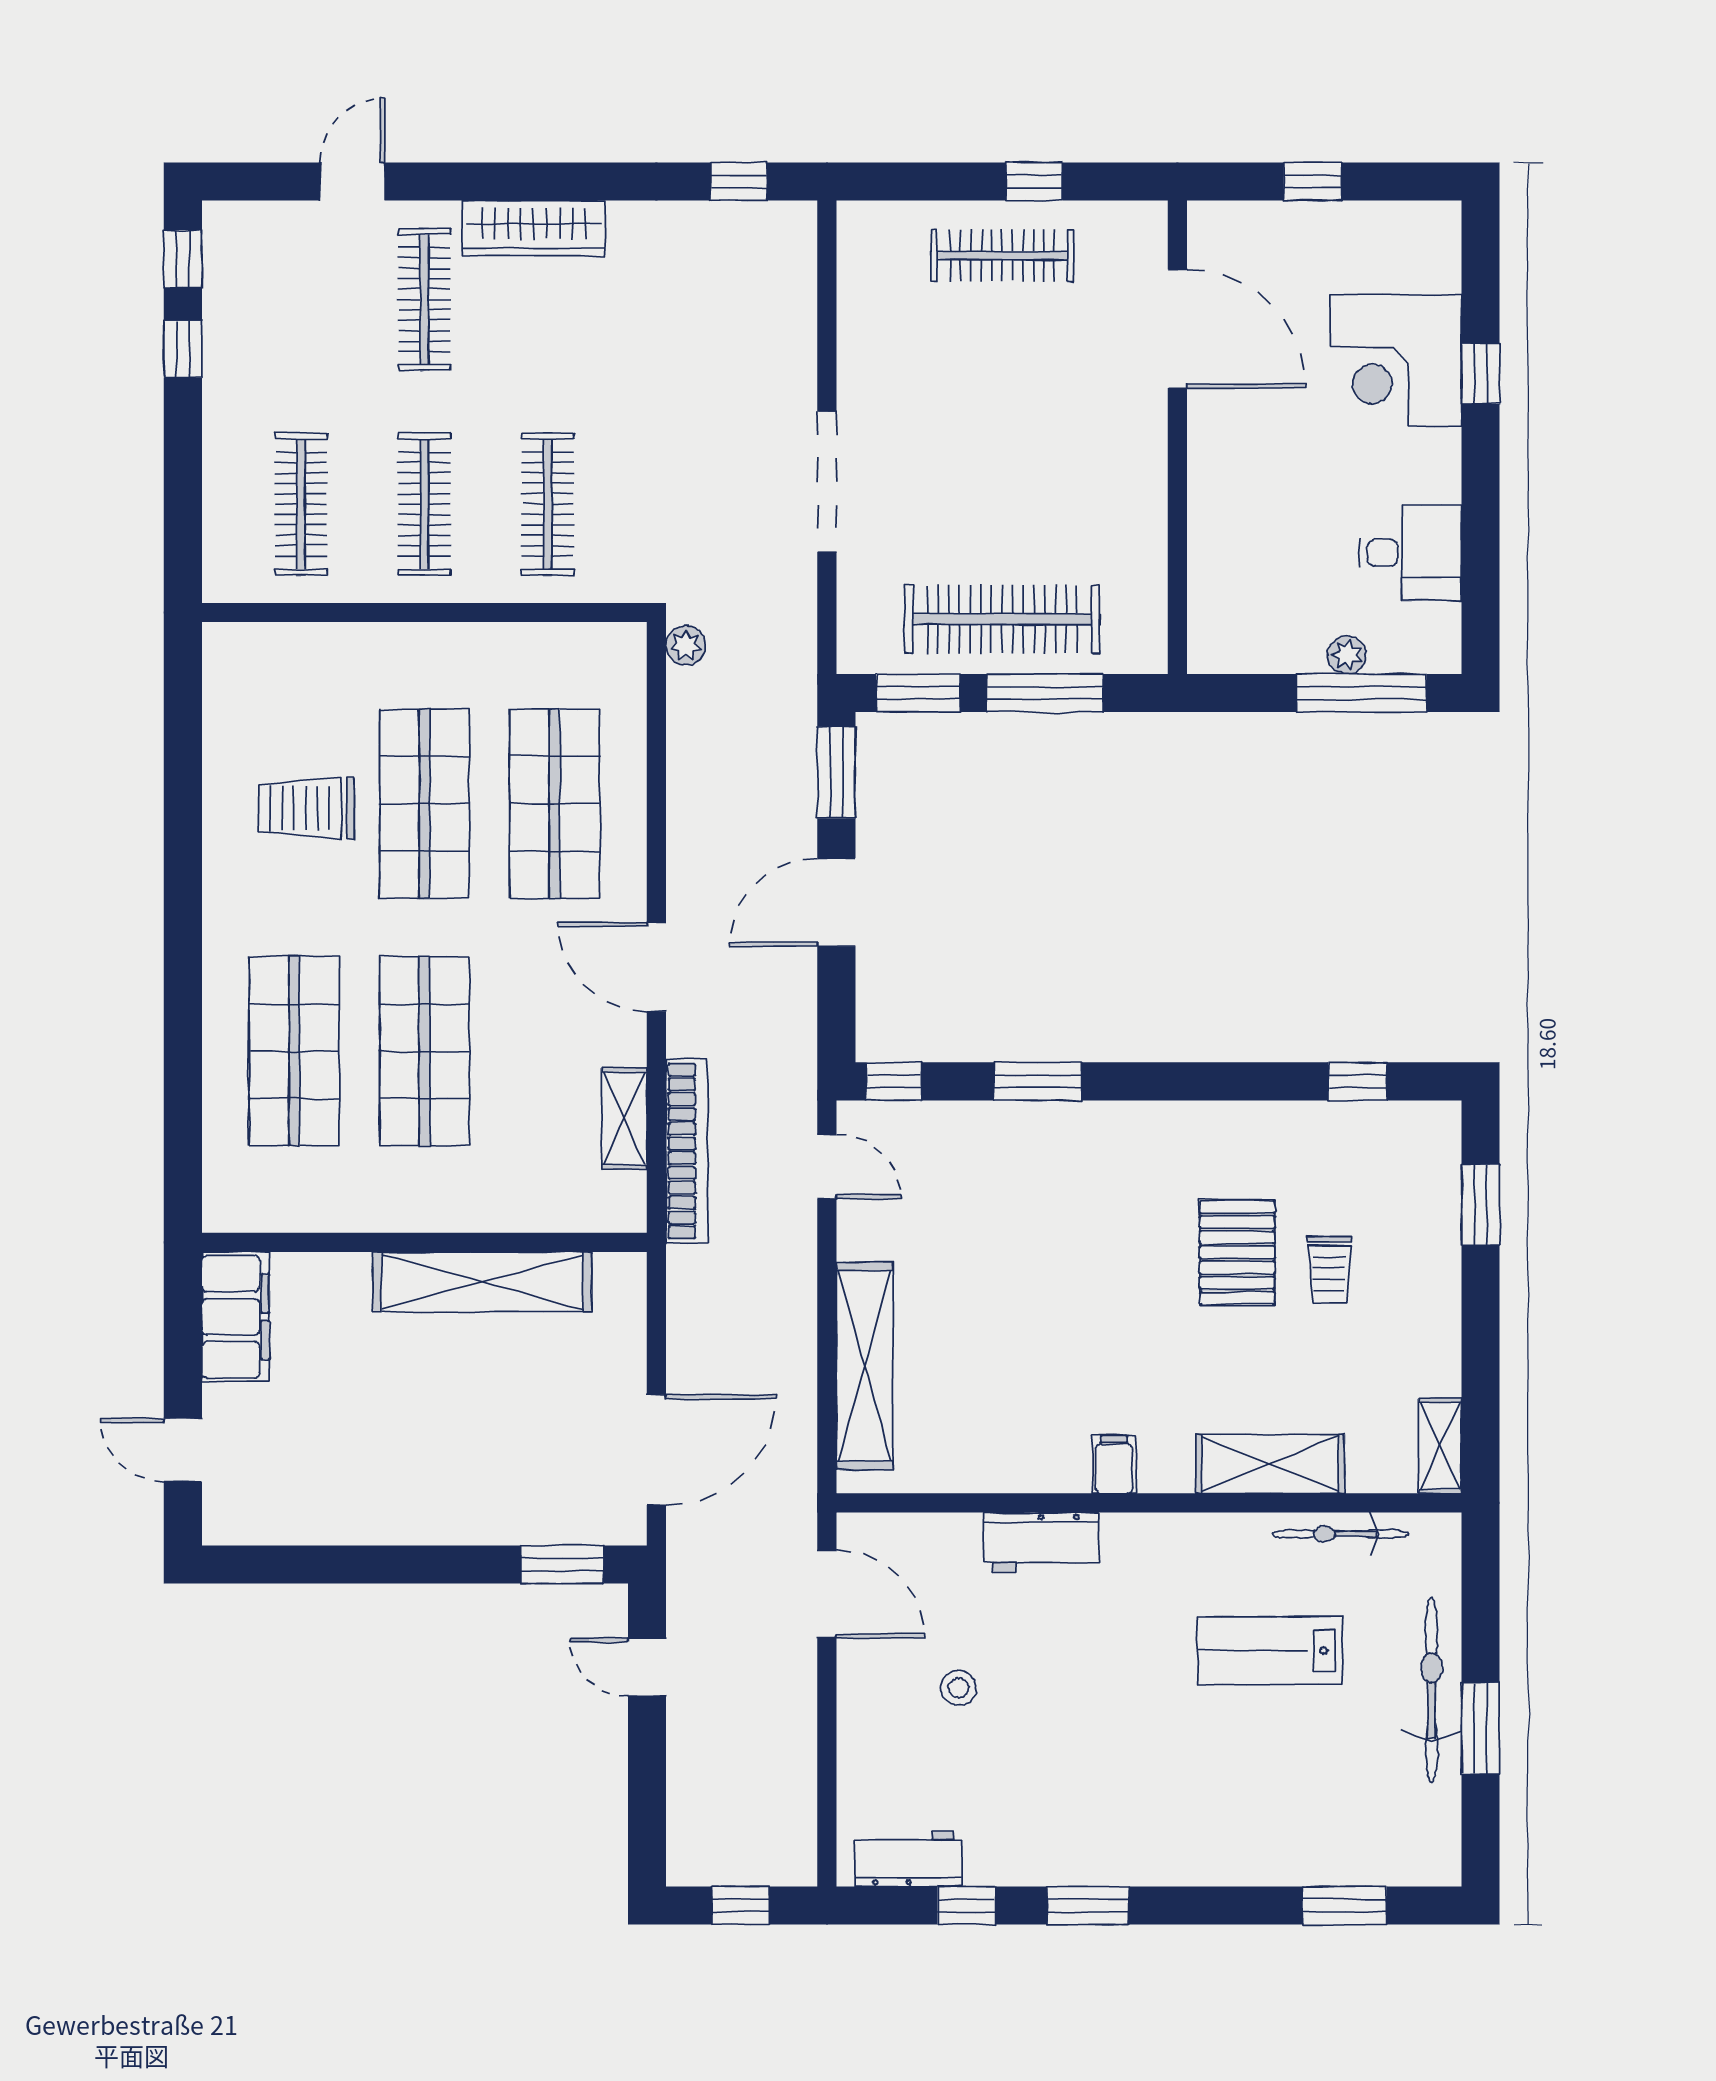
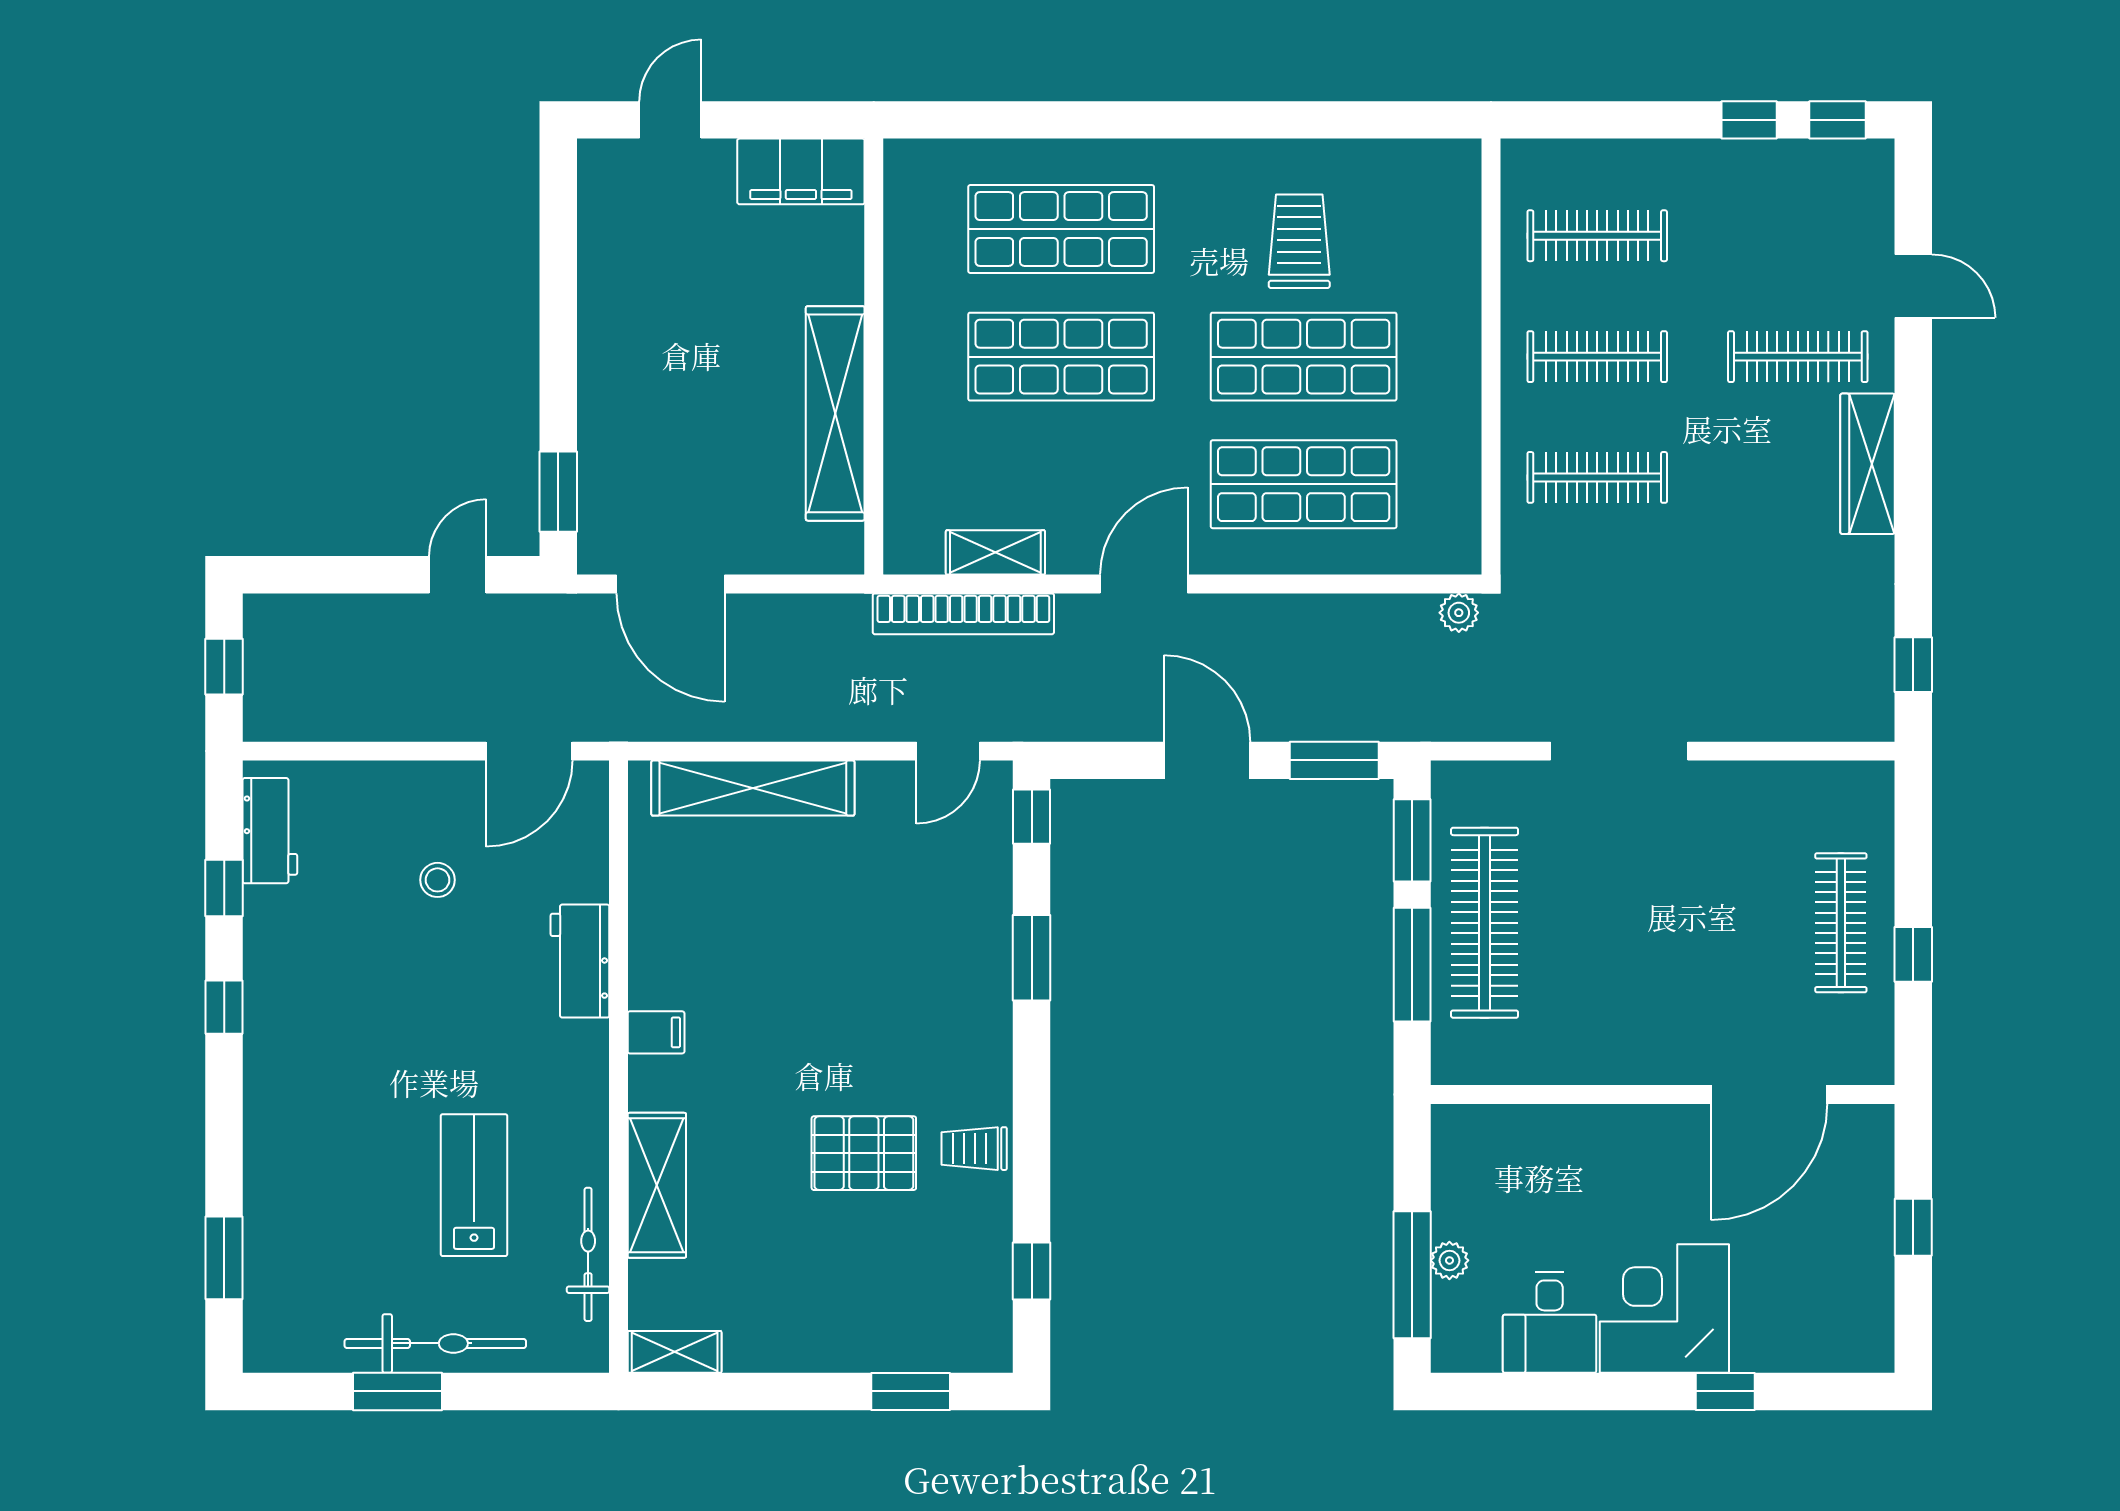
corner desk: (1396, 360) -> (1664, 1308), moved
trolley: (1329, 1269) -> (974, 1149), moved
window: (1088, 1905) -> (224, 1007), width x0.67

